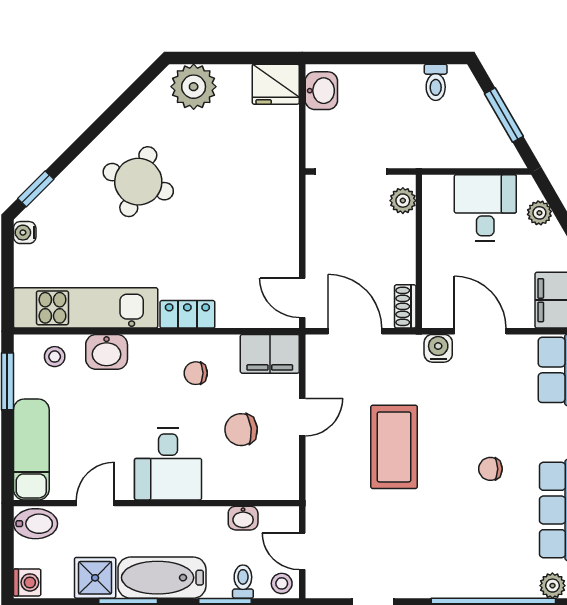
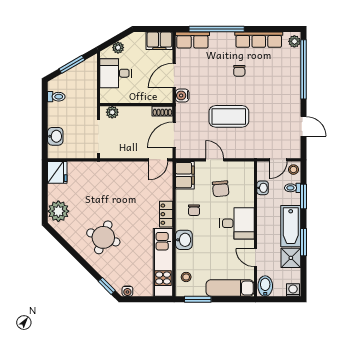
washbasin: (321, 91) -> (55, 136), moved, turned 90
washbasin: (107, 352) -> (184, 240), moved

